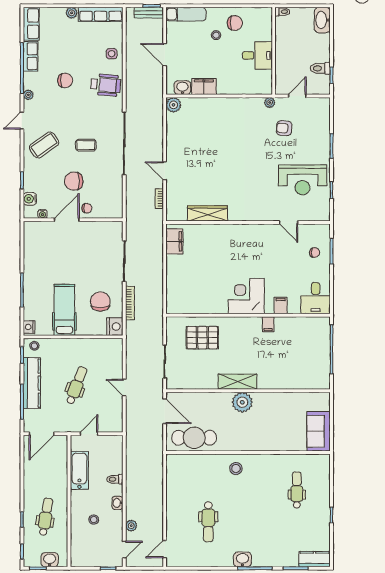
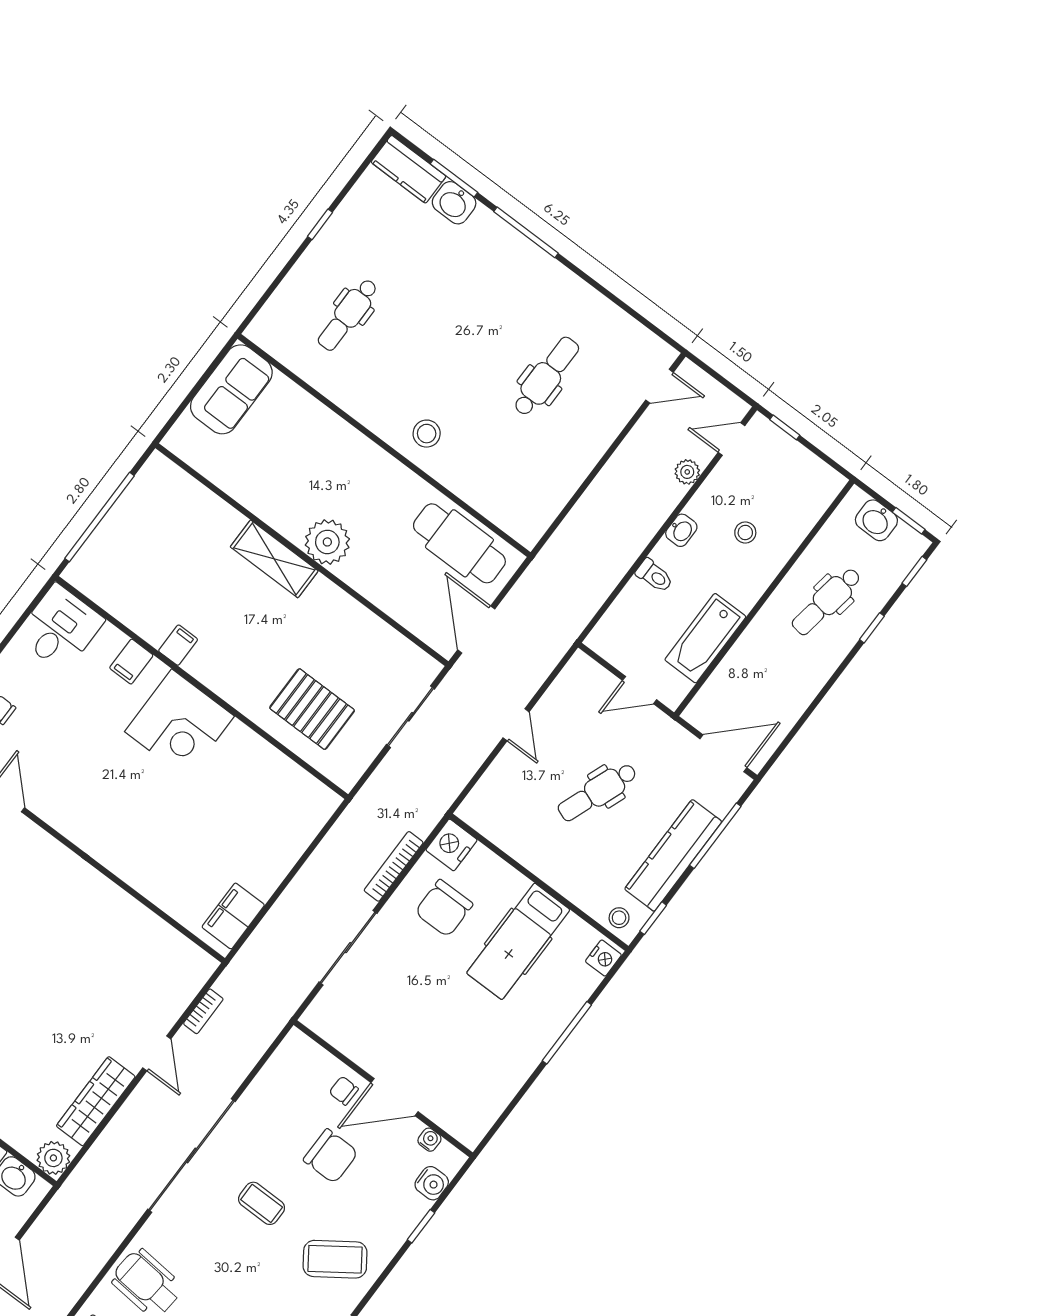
wardrobe: (207, 213) -> (96, 1101), moved, turned 90
shelving: (238, 382) -> (274, 559), moved
washbasin: (242, 559) -> (454, 203), moved

